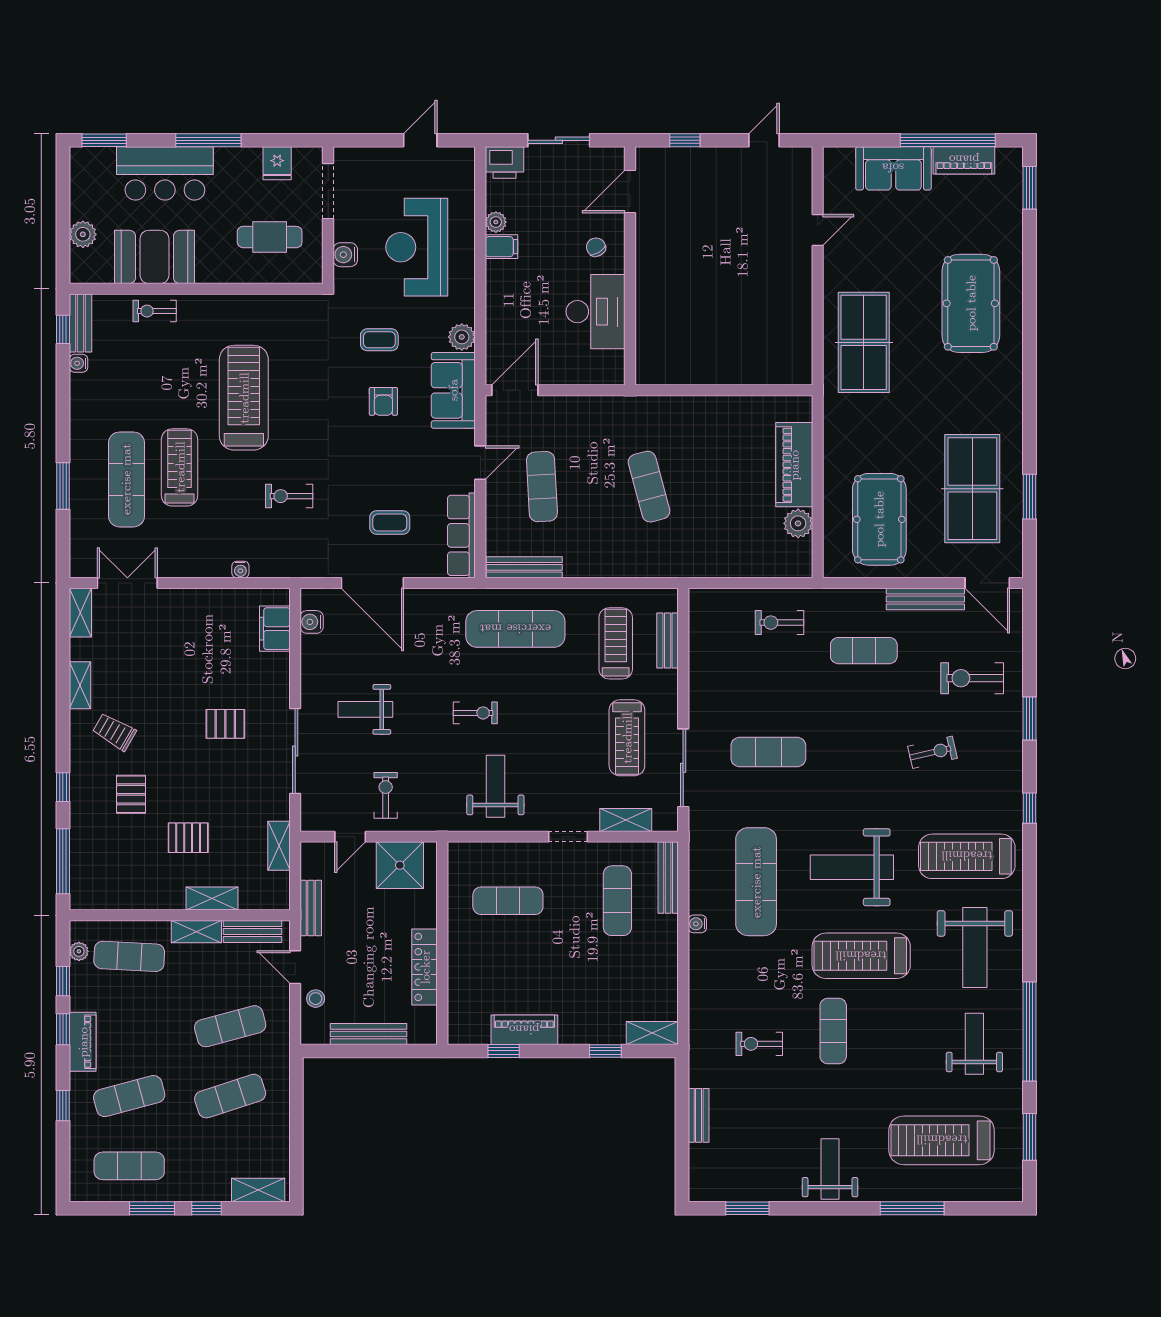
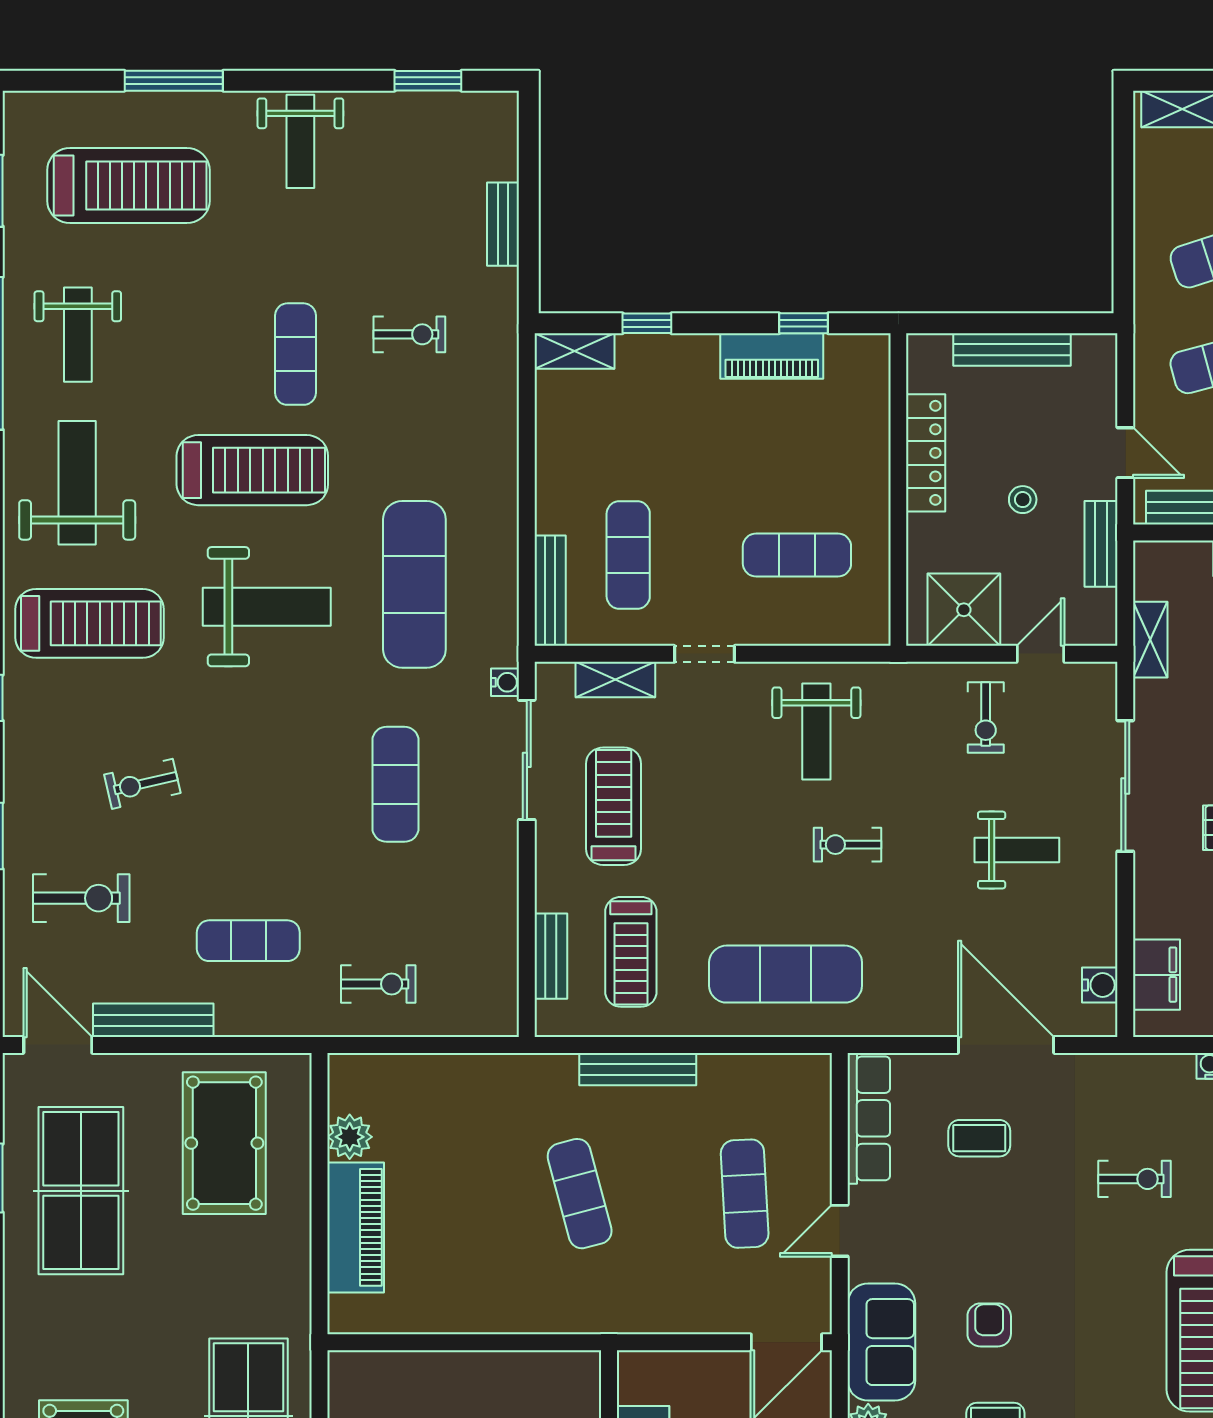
bench: (524, 567) -> (638, 1069), moved
exercise mat: (768, 752) -> (395, 784), turned 90
water cooler: (697, 924) -> (505, 682), moved
stool: (316, 999) -> (1023, 500), moved

